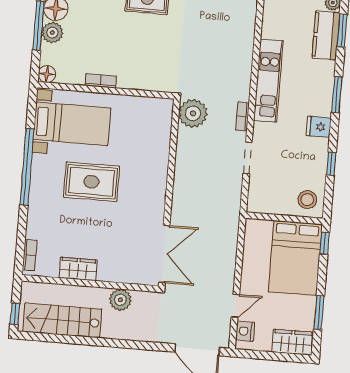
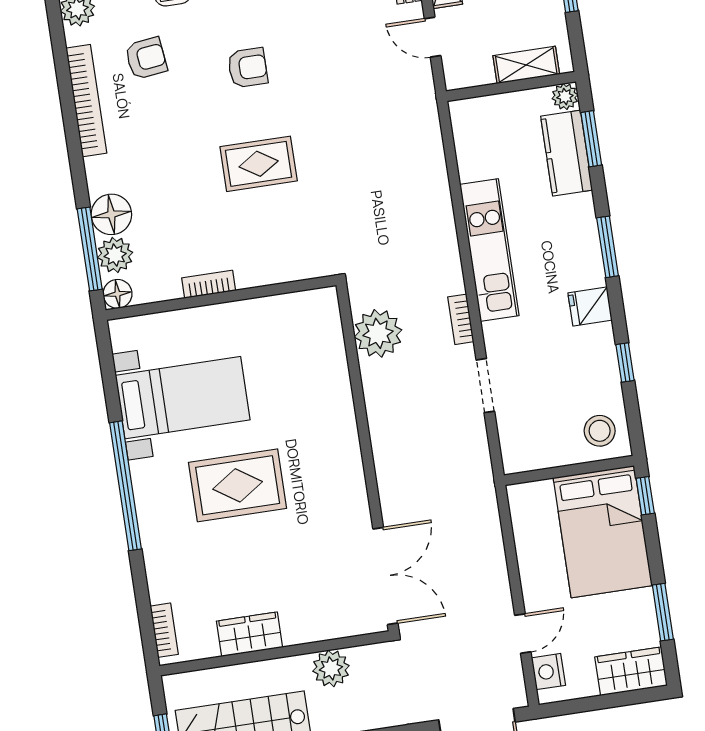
floor lamp: (47, 74) -> (118, 294), moved
bookcase: (101, 81) -> (209, 284), moved
wall: (106, 90) -> (221, 298), moved

